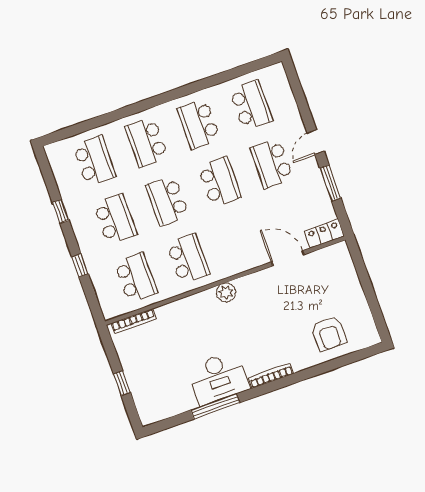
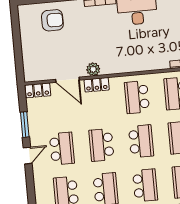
locker: (247, 262) -> (97, 85), added
plant: (226, 292) -> (93, 69), moved
armchair: (329, 334) -> (52, 20), turned 90

